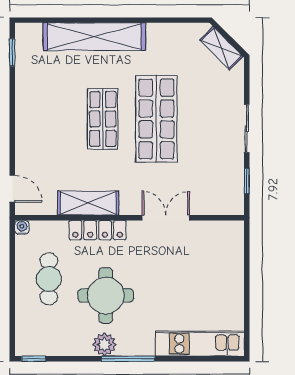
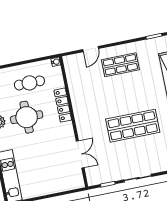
shop shelf: (103, 119) -> (120, 65), moved
door: (12, 189) -> (91, 49), moved
shelving: (88, 203) -> (77, 97), removed
double door: (166, 218) -> (80, 154), moved

